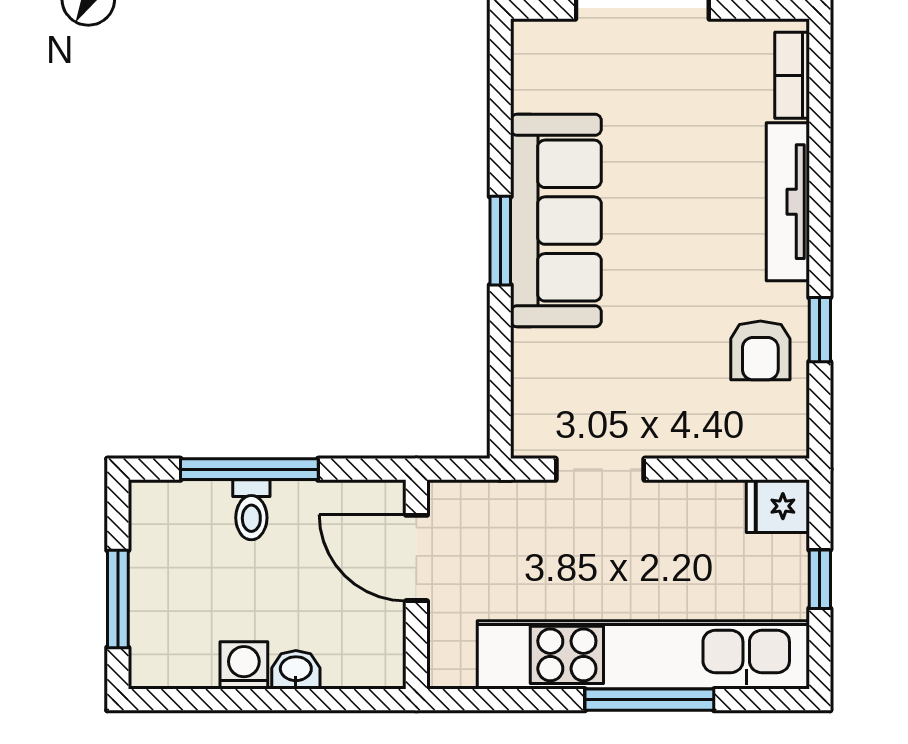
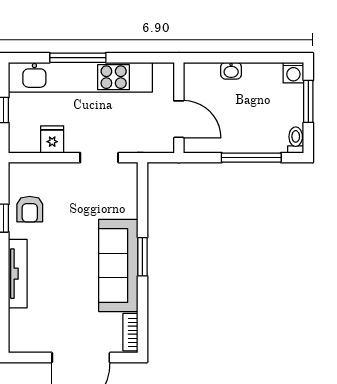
bookcase: (792, 75) -> (130, 332), moved, turned 180
armchair: (760, 350) -> (30, 209), turned 180
fridge: (778, 506) -> (52, 139), moved, turned -90
toilet: (251, 510) -> (296, 140), moved
washing machine: (244, 665) -> (293, 73), moved

